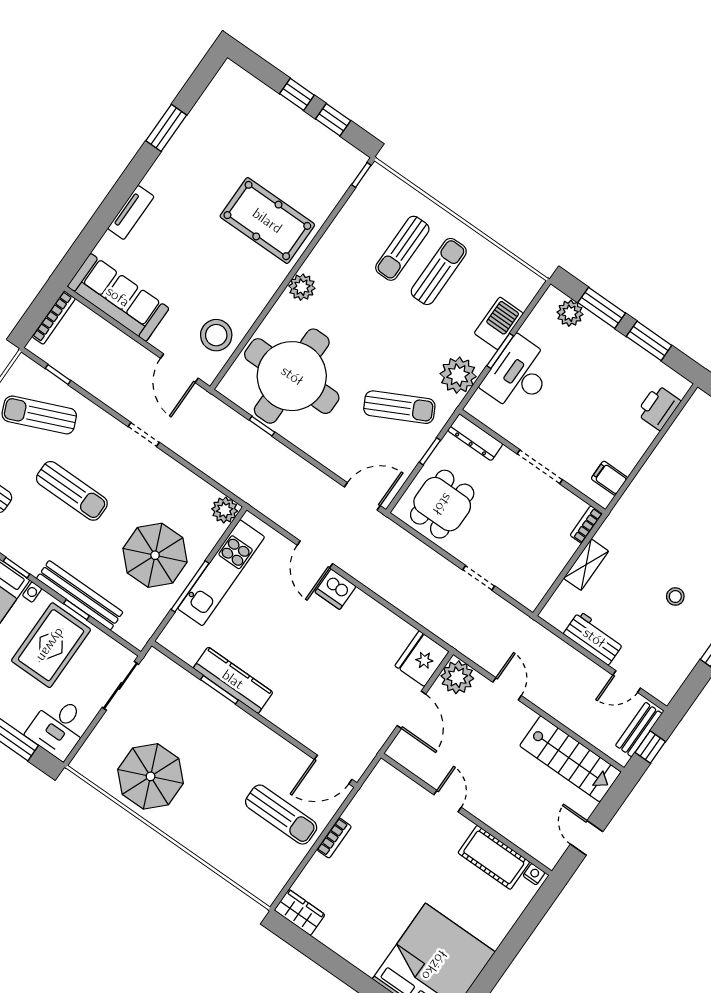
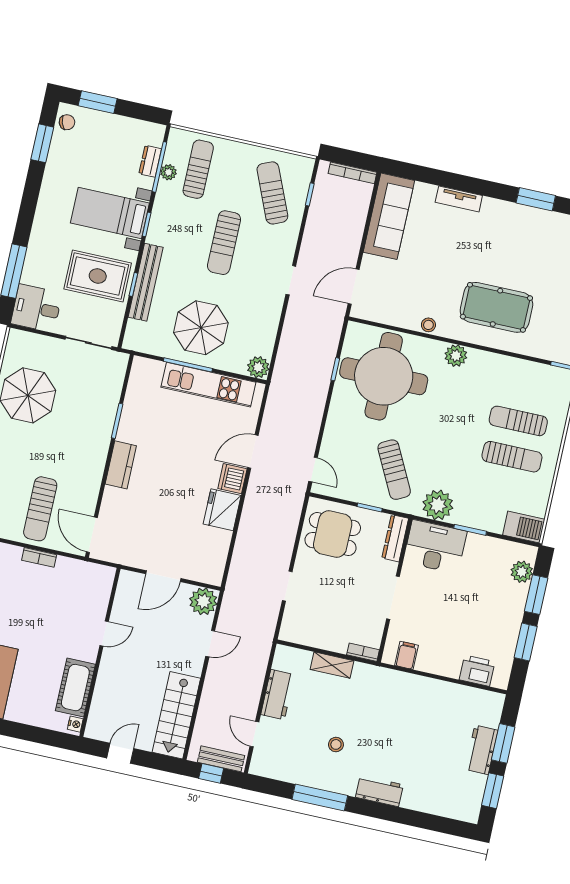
pool table: (267, 221) -> (496, 307), turned 90
barbecue: (499, 323) -> (524, 527), moved
stool: (216, 335) -> (428, 325), moved, width x0.53, depth x0.53
desk: (519, 375) -> (435, 547), moved
door: (362, 496) -> (313, 470), width x0.73
fridge: (422, 659) -> (222, 510), moved, turned -90
kitchen counter: (233, 680) -> (121, 465), moved, width x0.67

